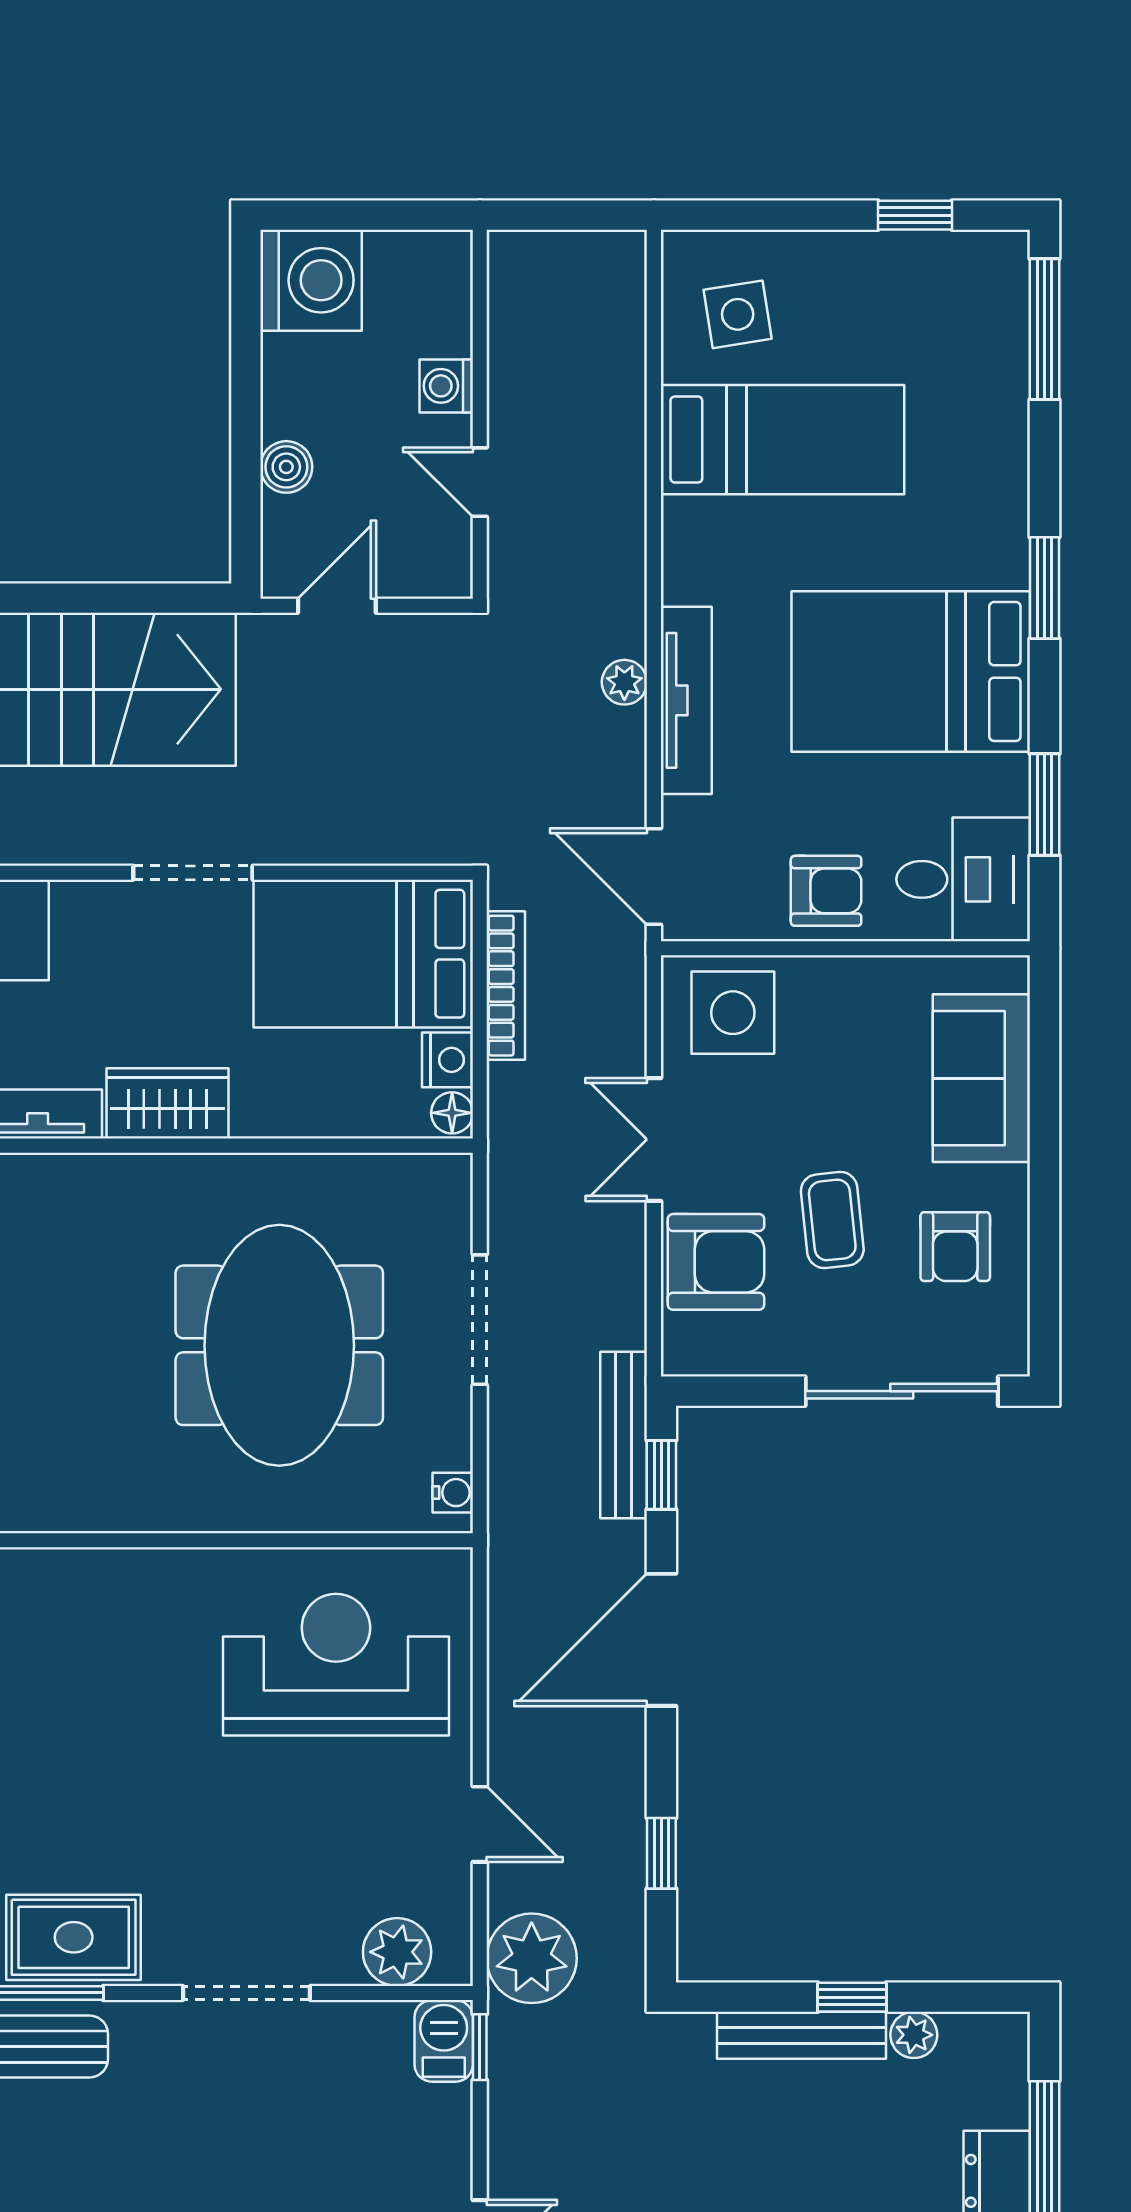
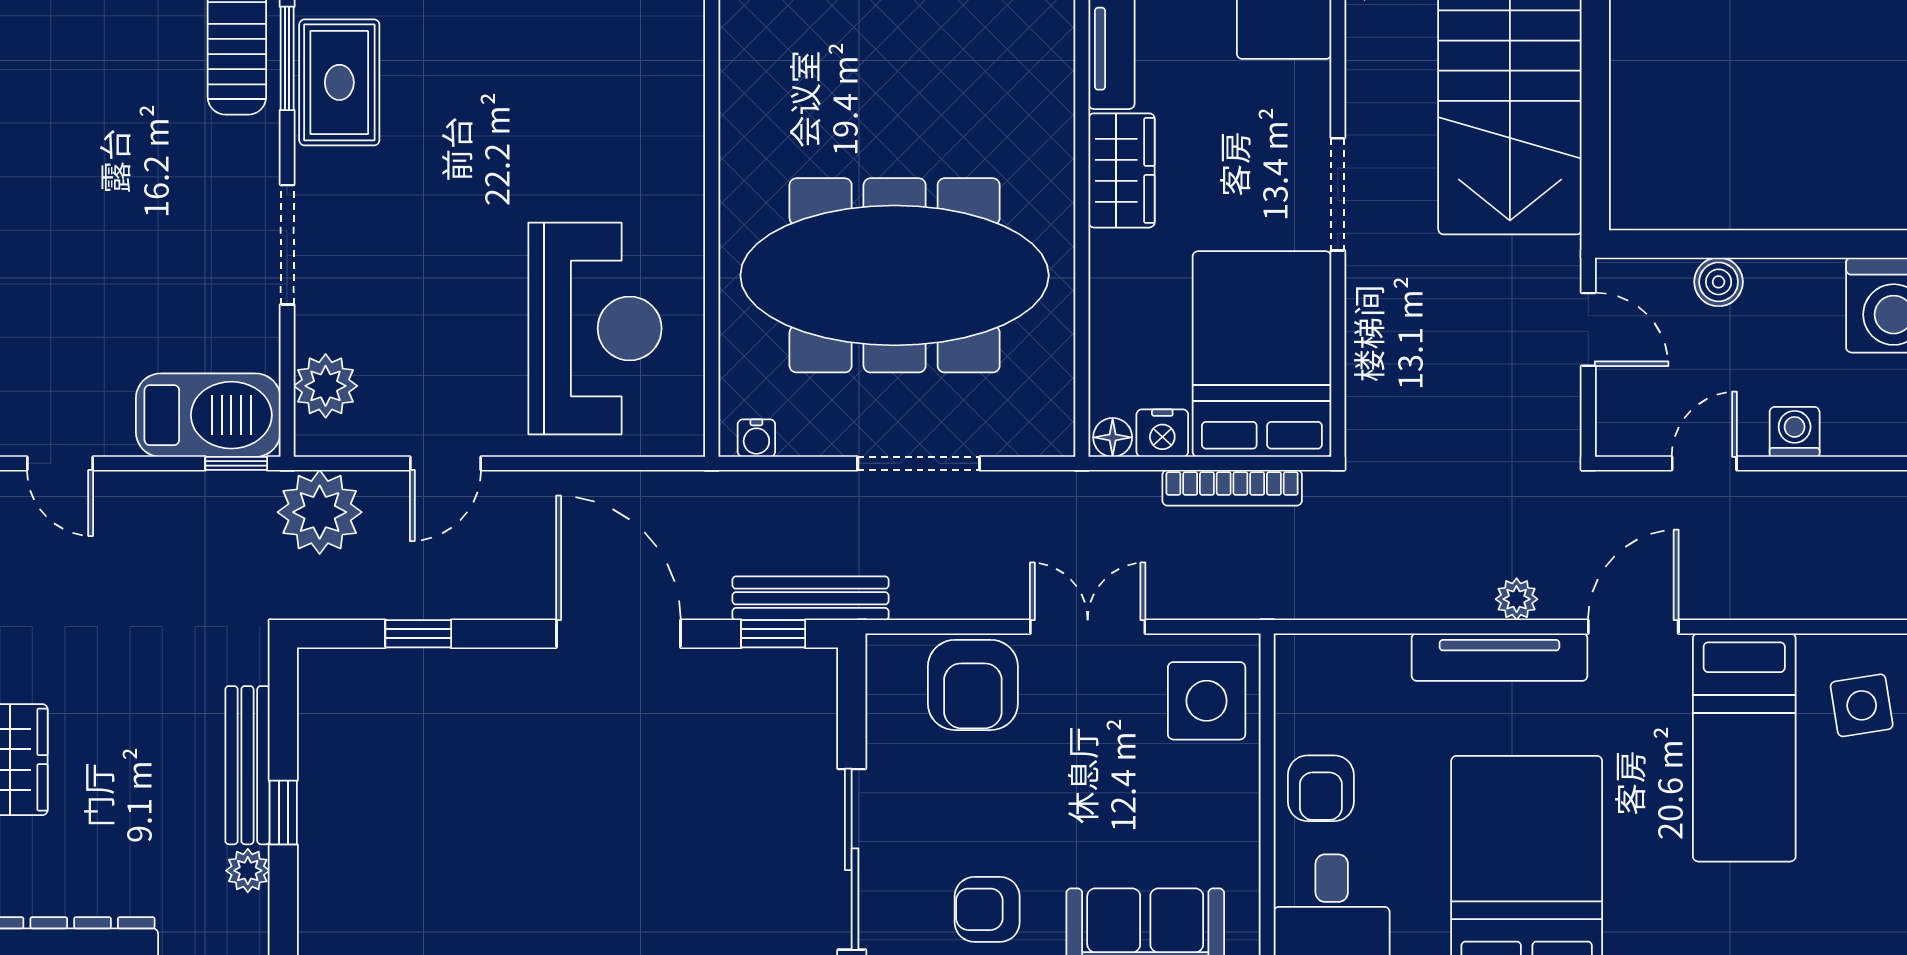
door: (654, 877) -> (1633, 627), moved
coffee table: (832, 1220) -> (1012, 794), removed
meeting table: (279, 1345) -> (895, 275), width x1.36
barbecue: (444, 2041) -> (208, 415), width x1.88, depth x1.53

